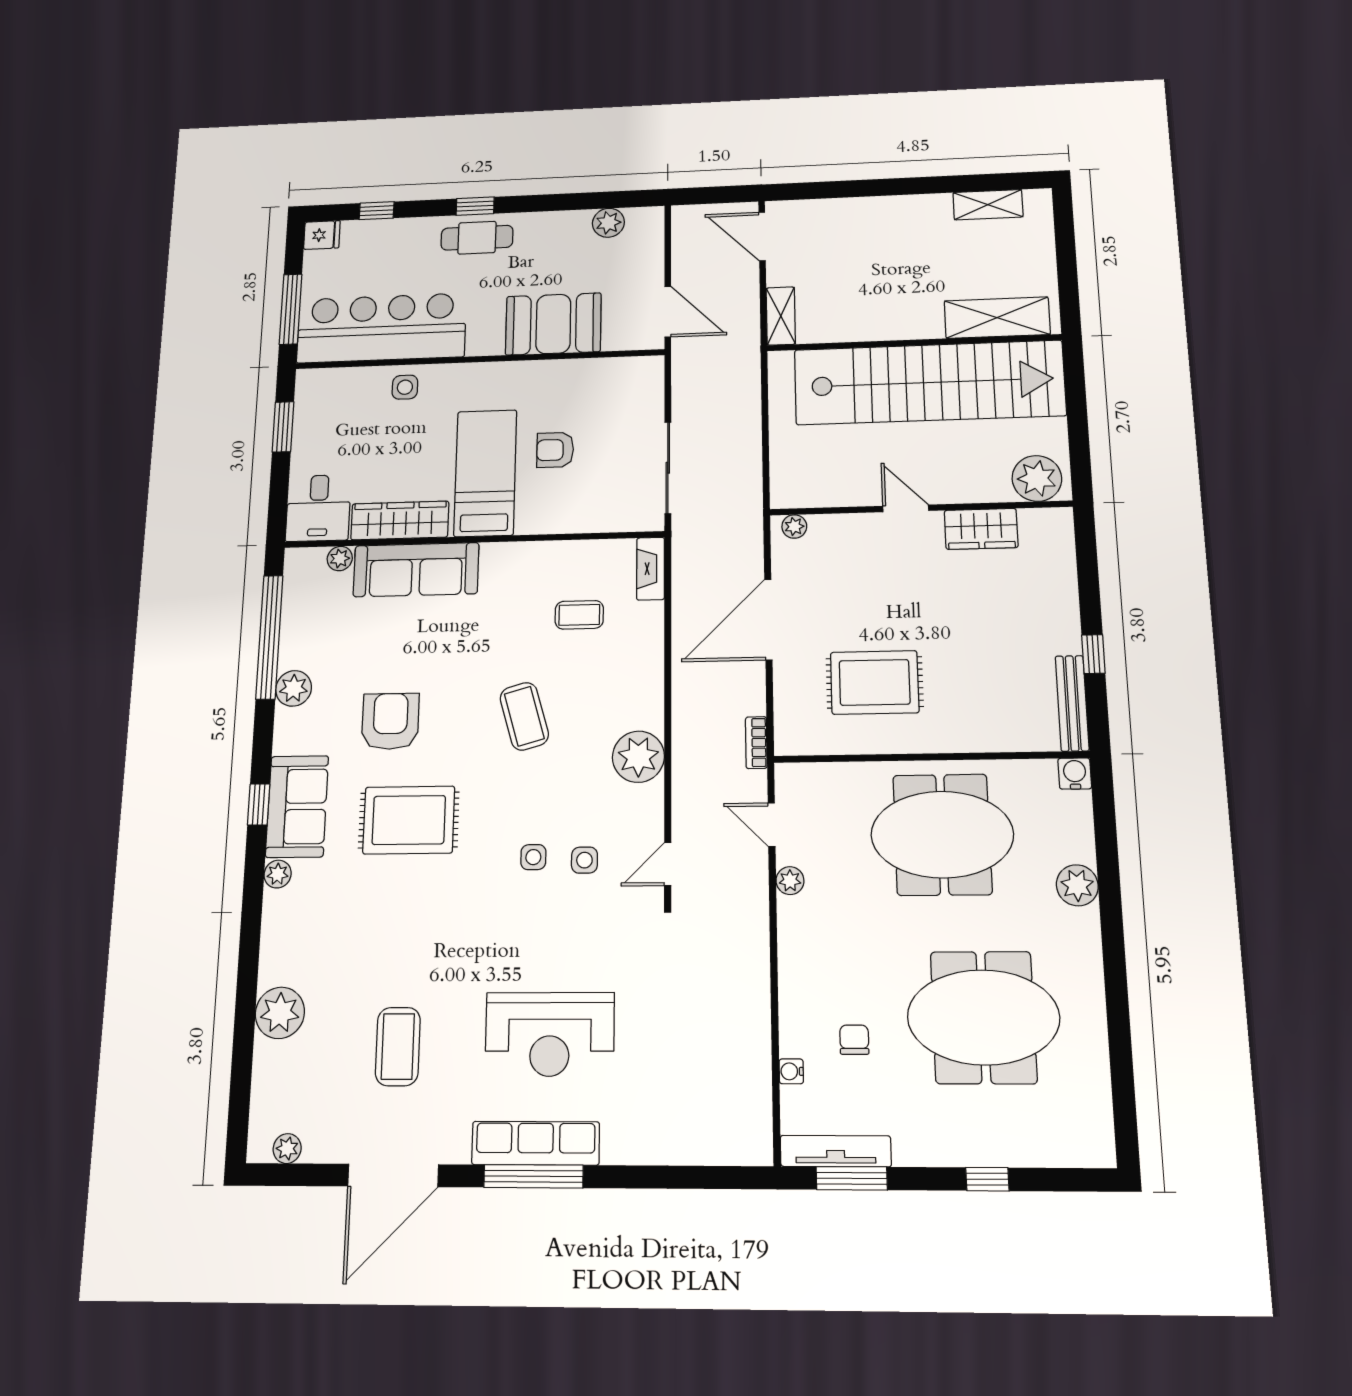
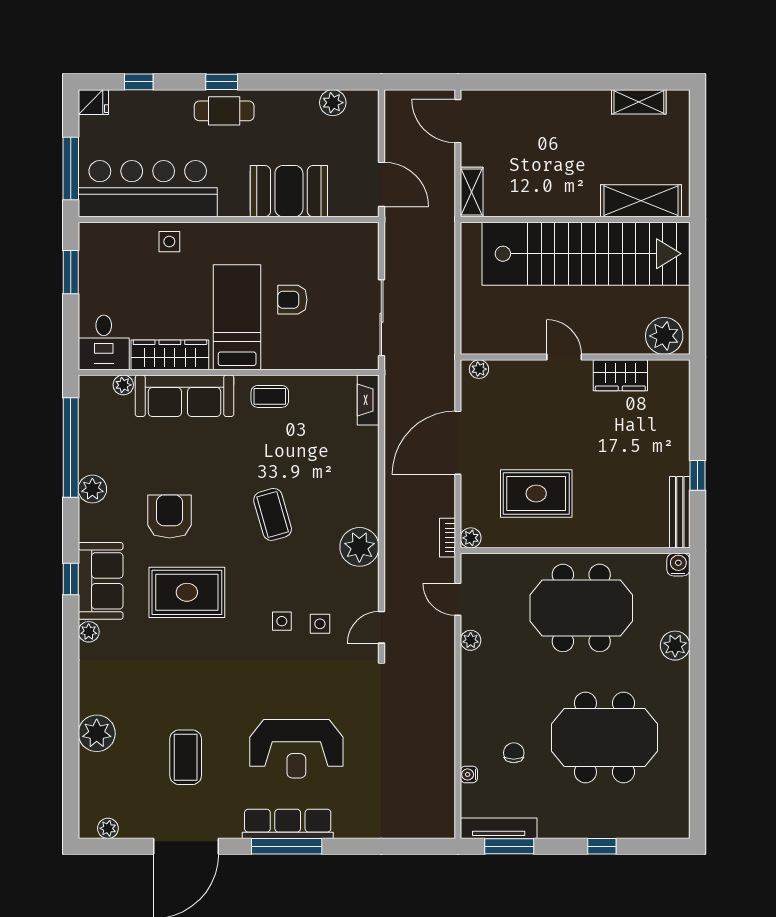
coffee table: (579, 615) -> (270, 396), moved
plant: (788, 742) -> (471, 538), added

